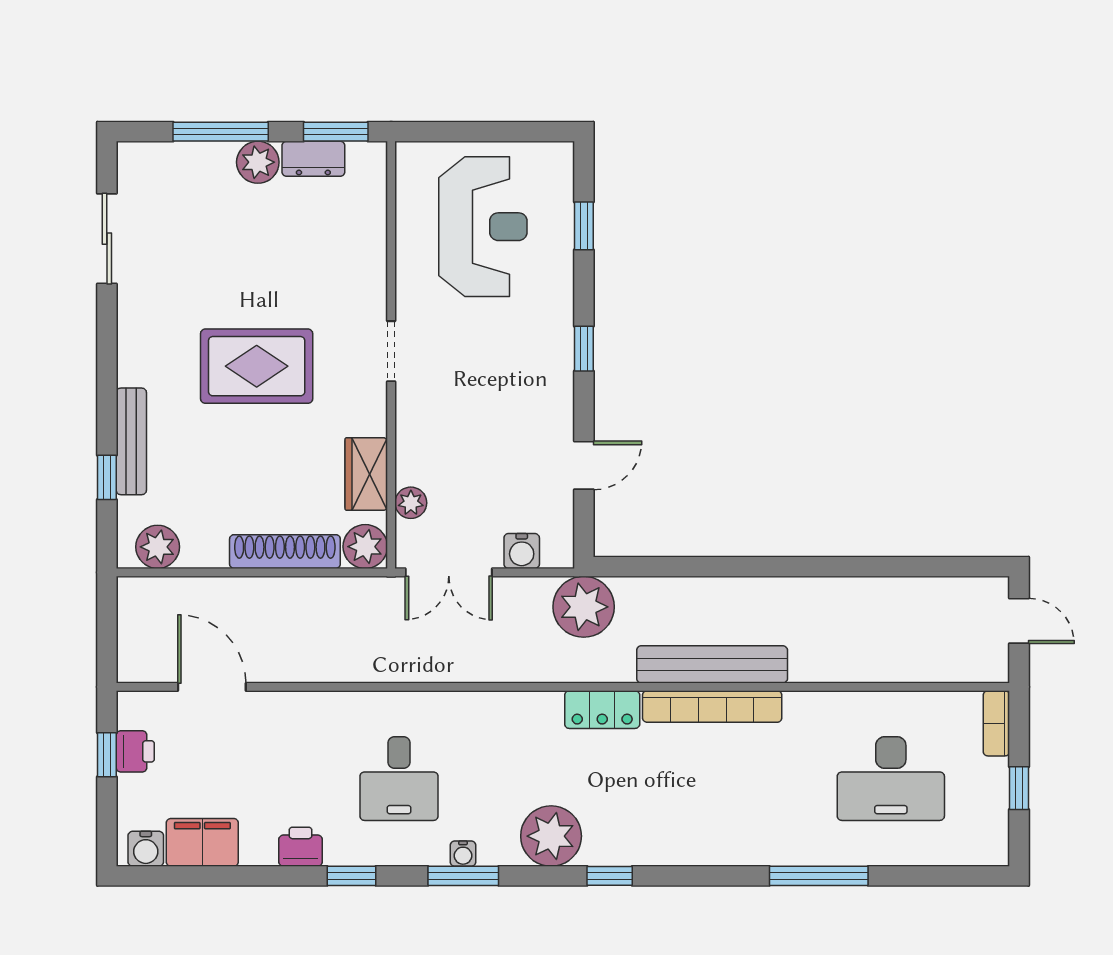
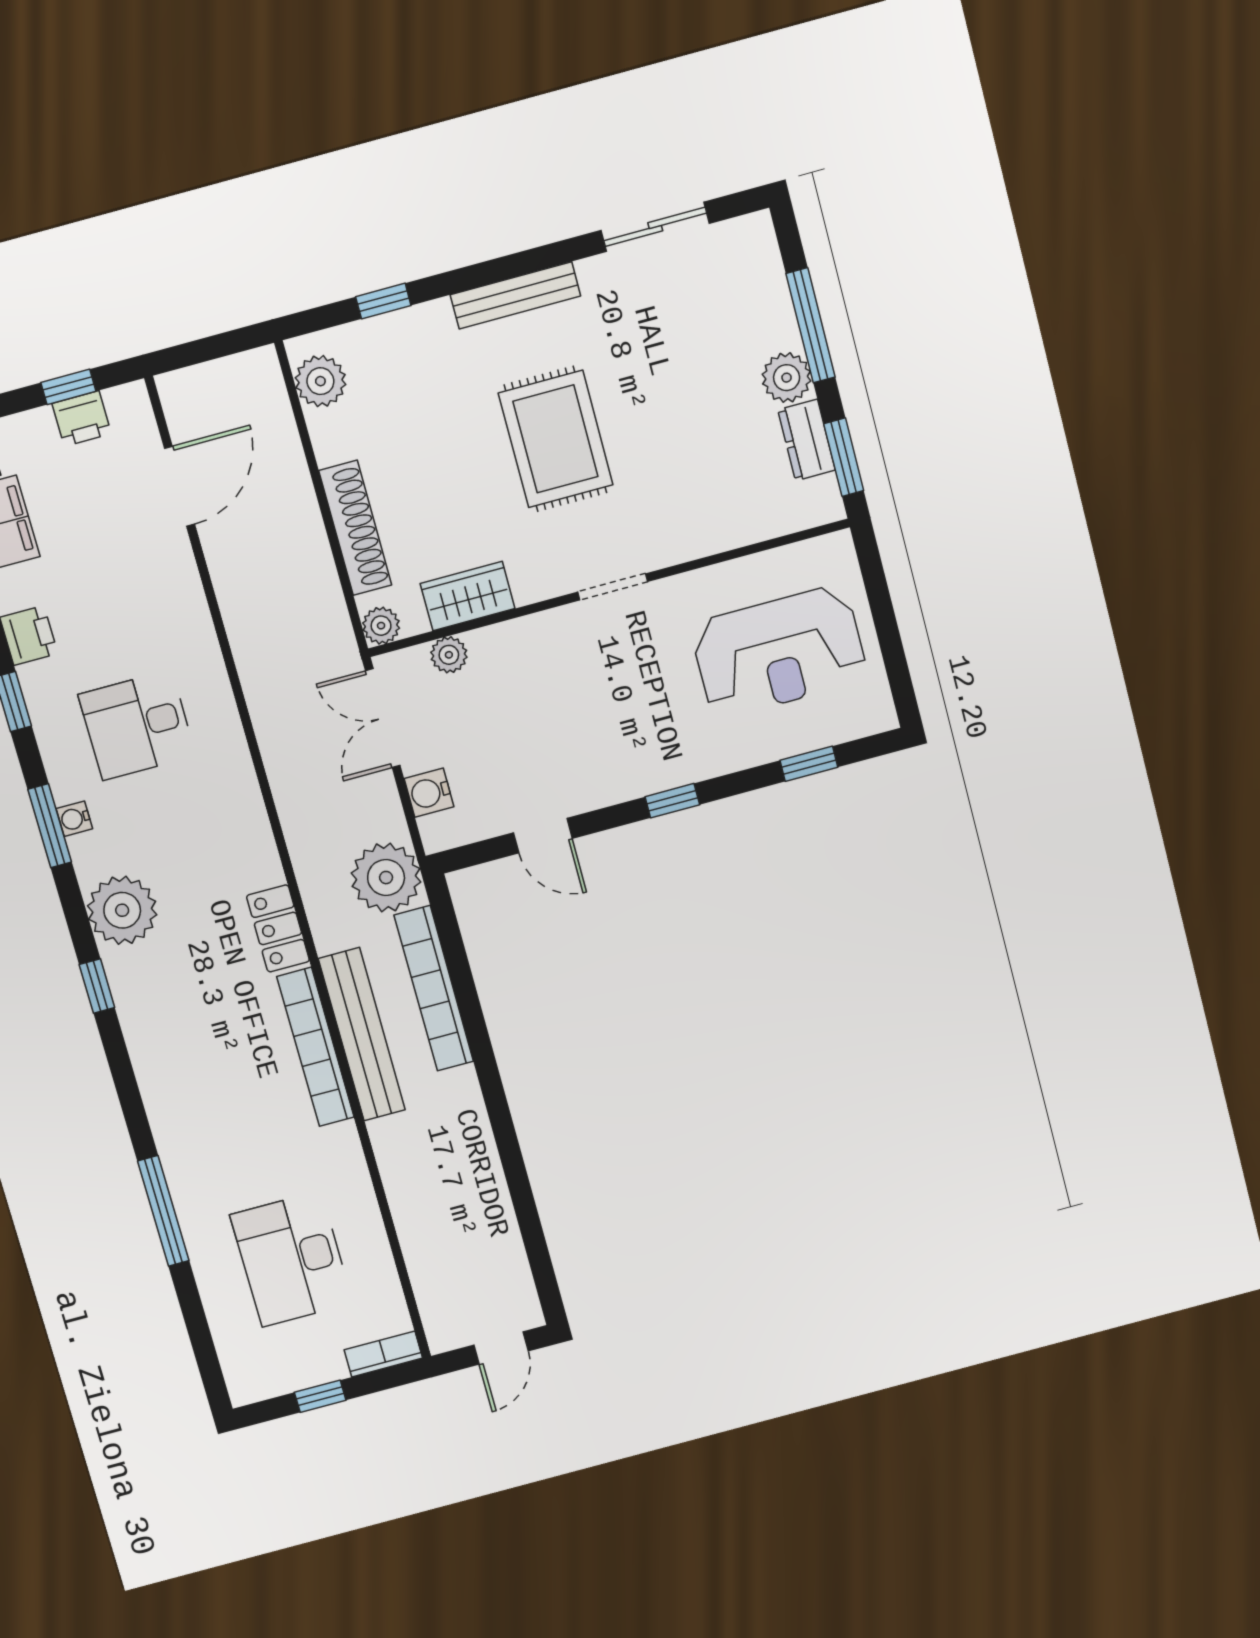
bench: (131, 441) -> (515, 295), moved
plant: (365, 547) -> (381, 626), width x0.73, depth x0.73
bookcase: (689, 593) -> (434, 988), added

